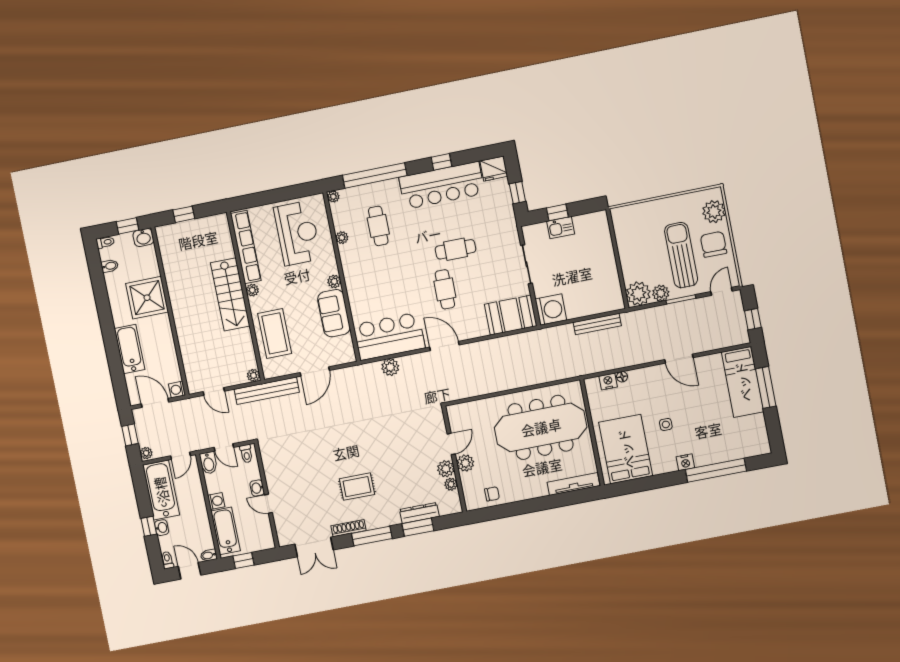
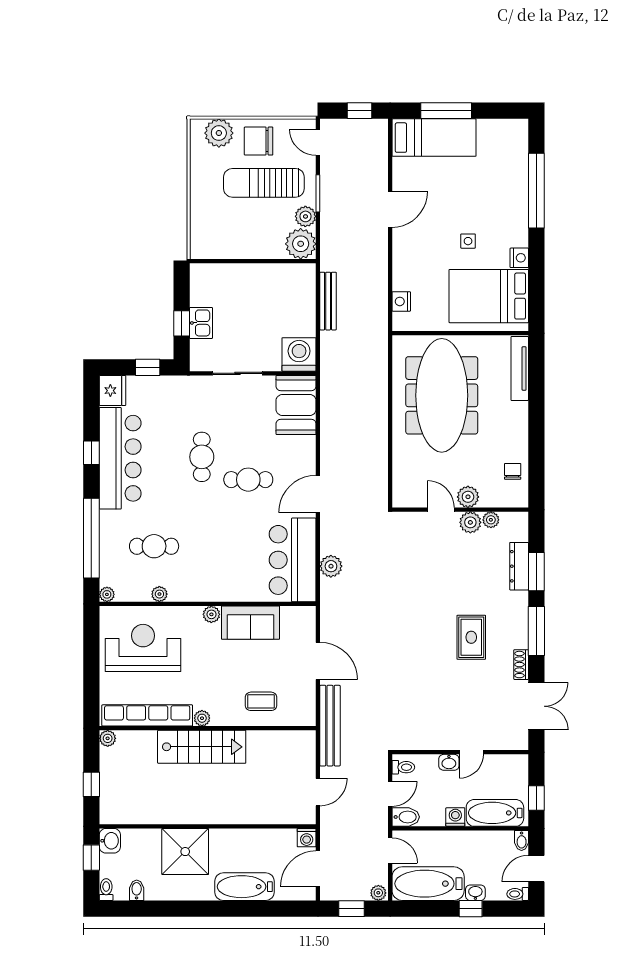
coffee table: (275, 333) -> (261, 701), width x0.54, depth x0.58
plant: (253, 375) -> (108, 738), moved
floor lamp: (622, 377) -> (399, 283), removed
nightstand: (685, 462) -> (519, 258), moved
shoe rack: (349, 528) -> (521, 665), width x0.70

